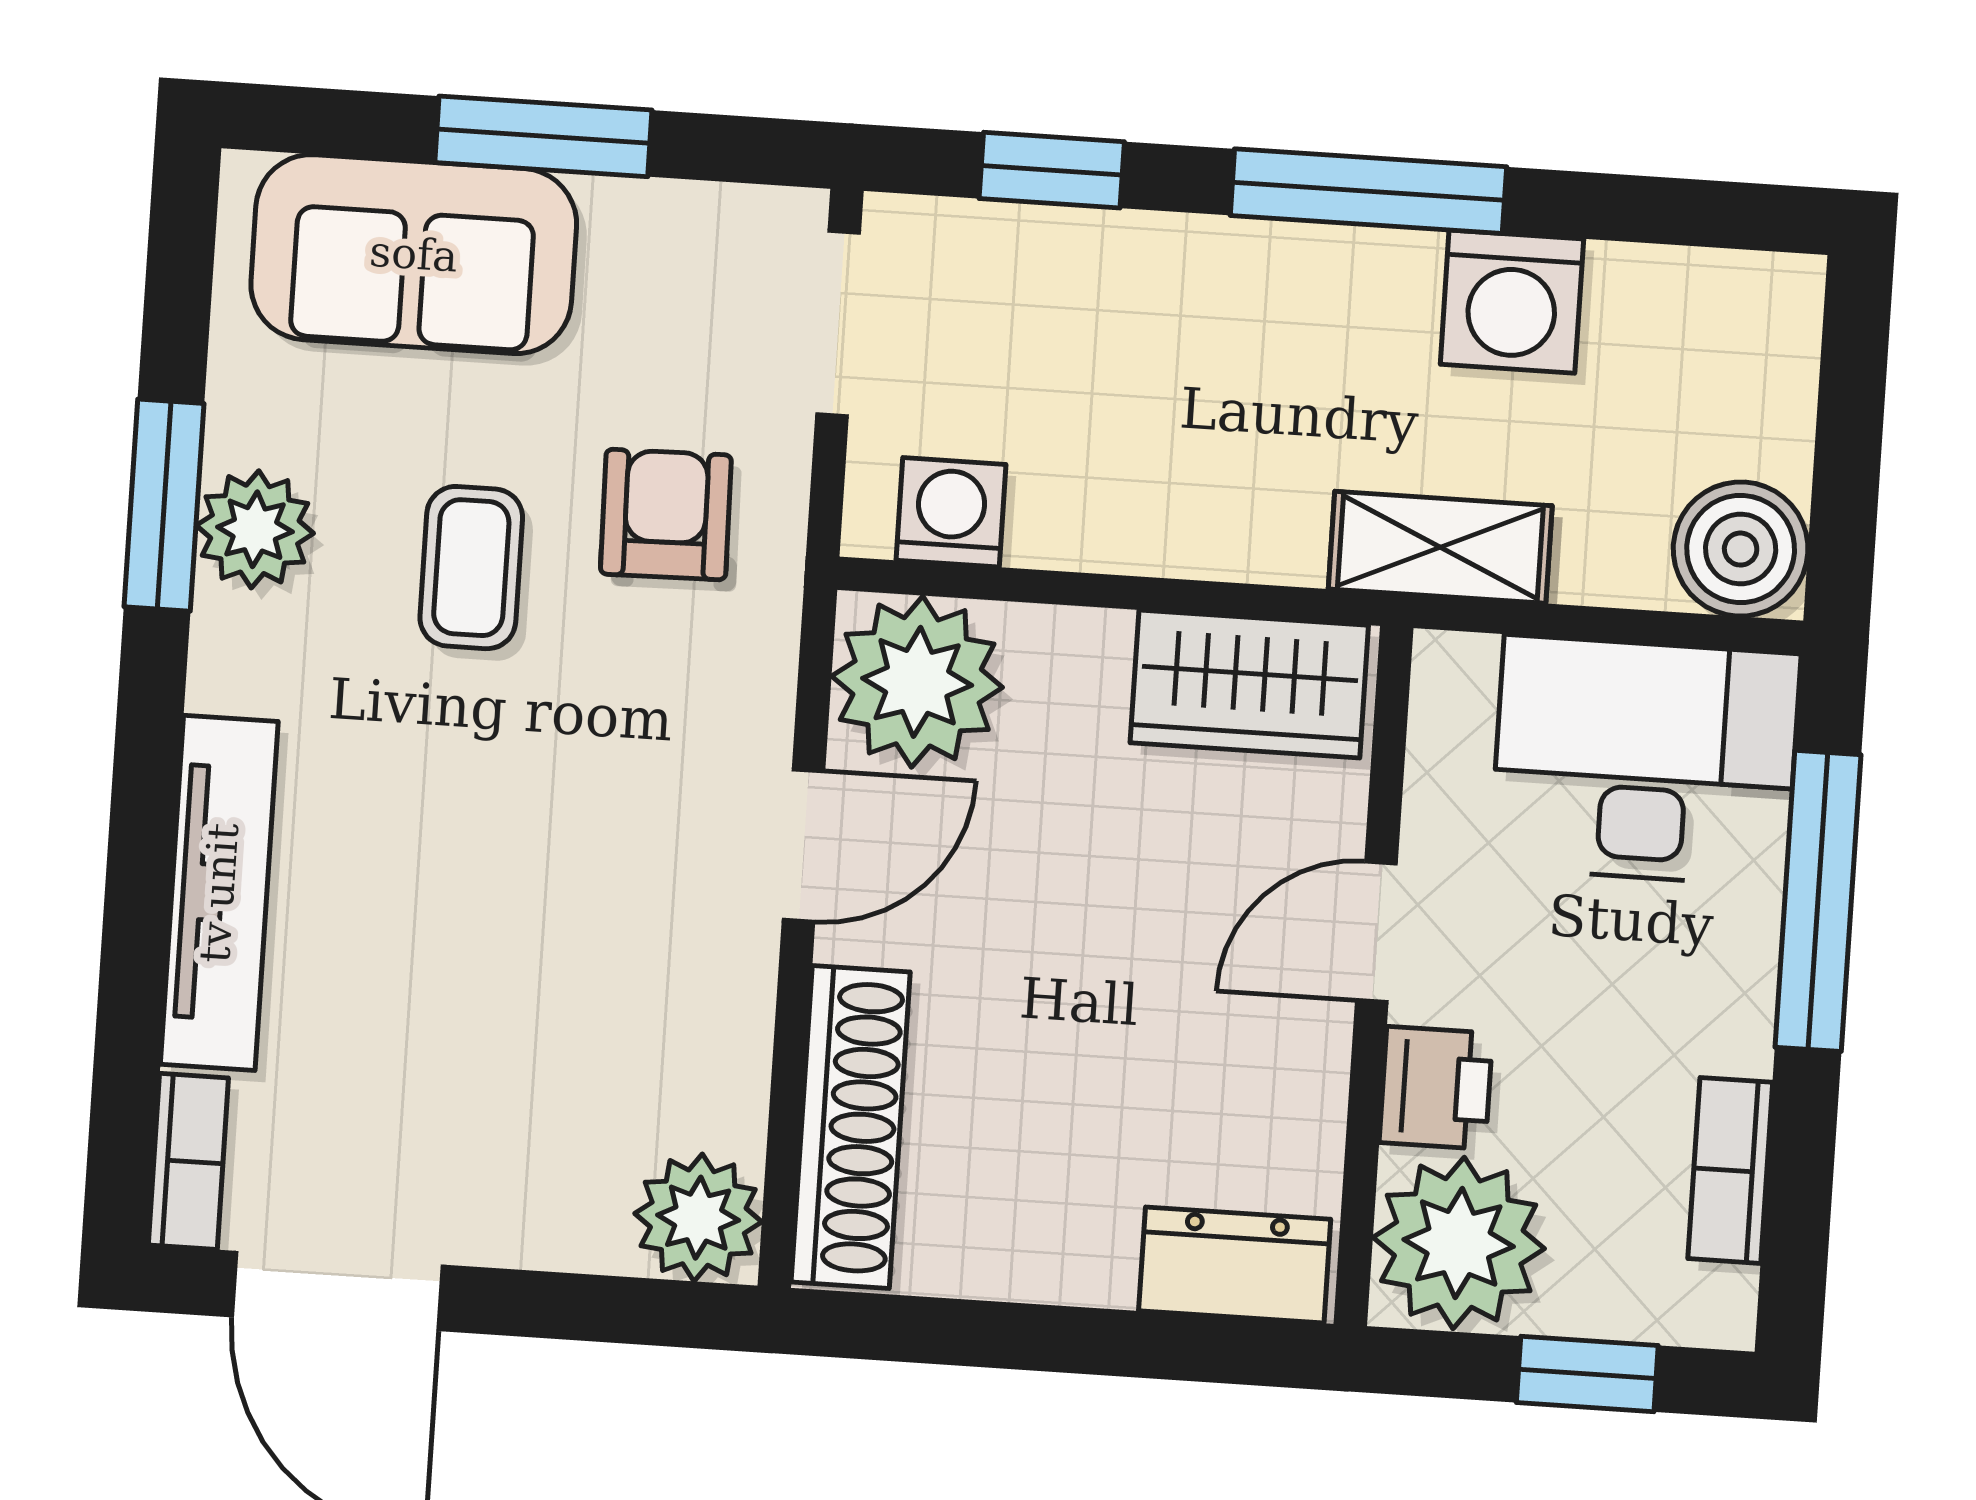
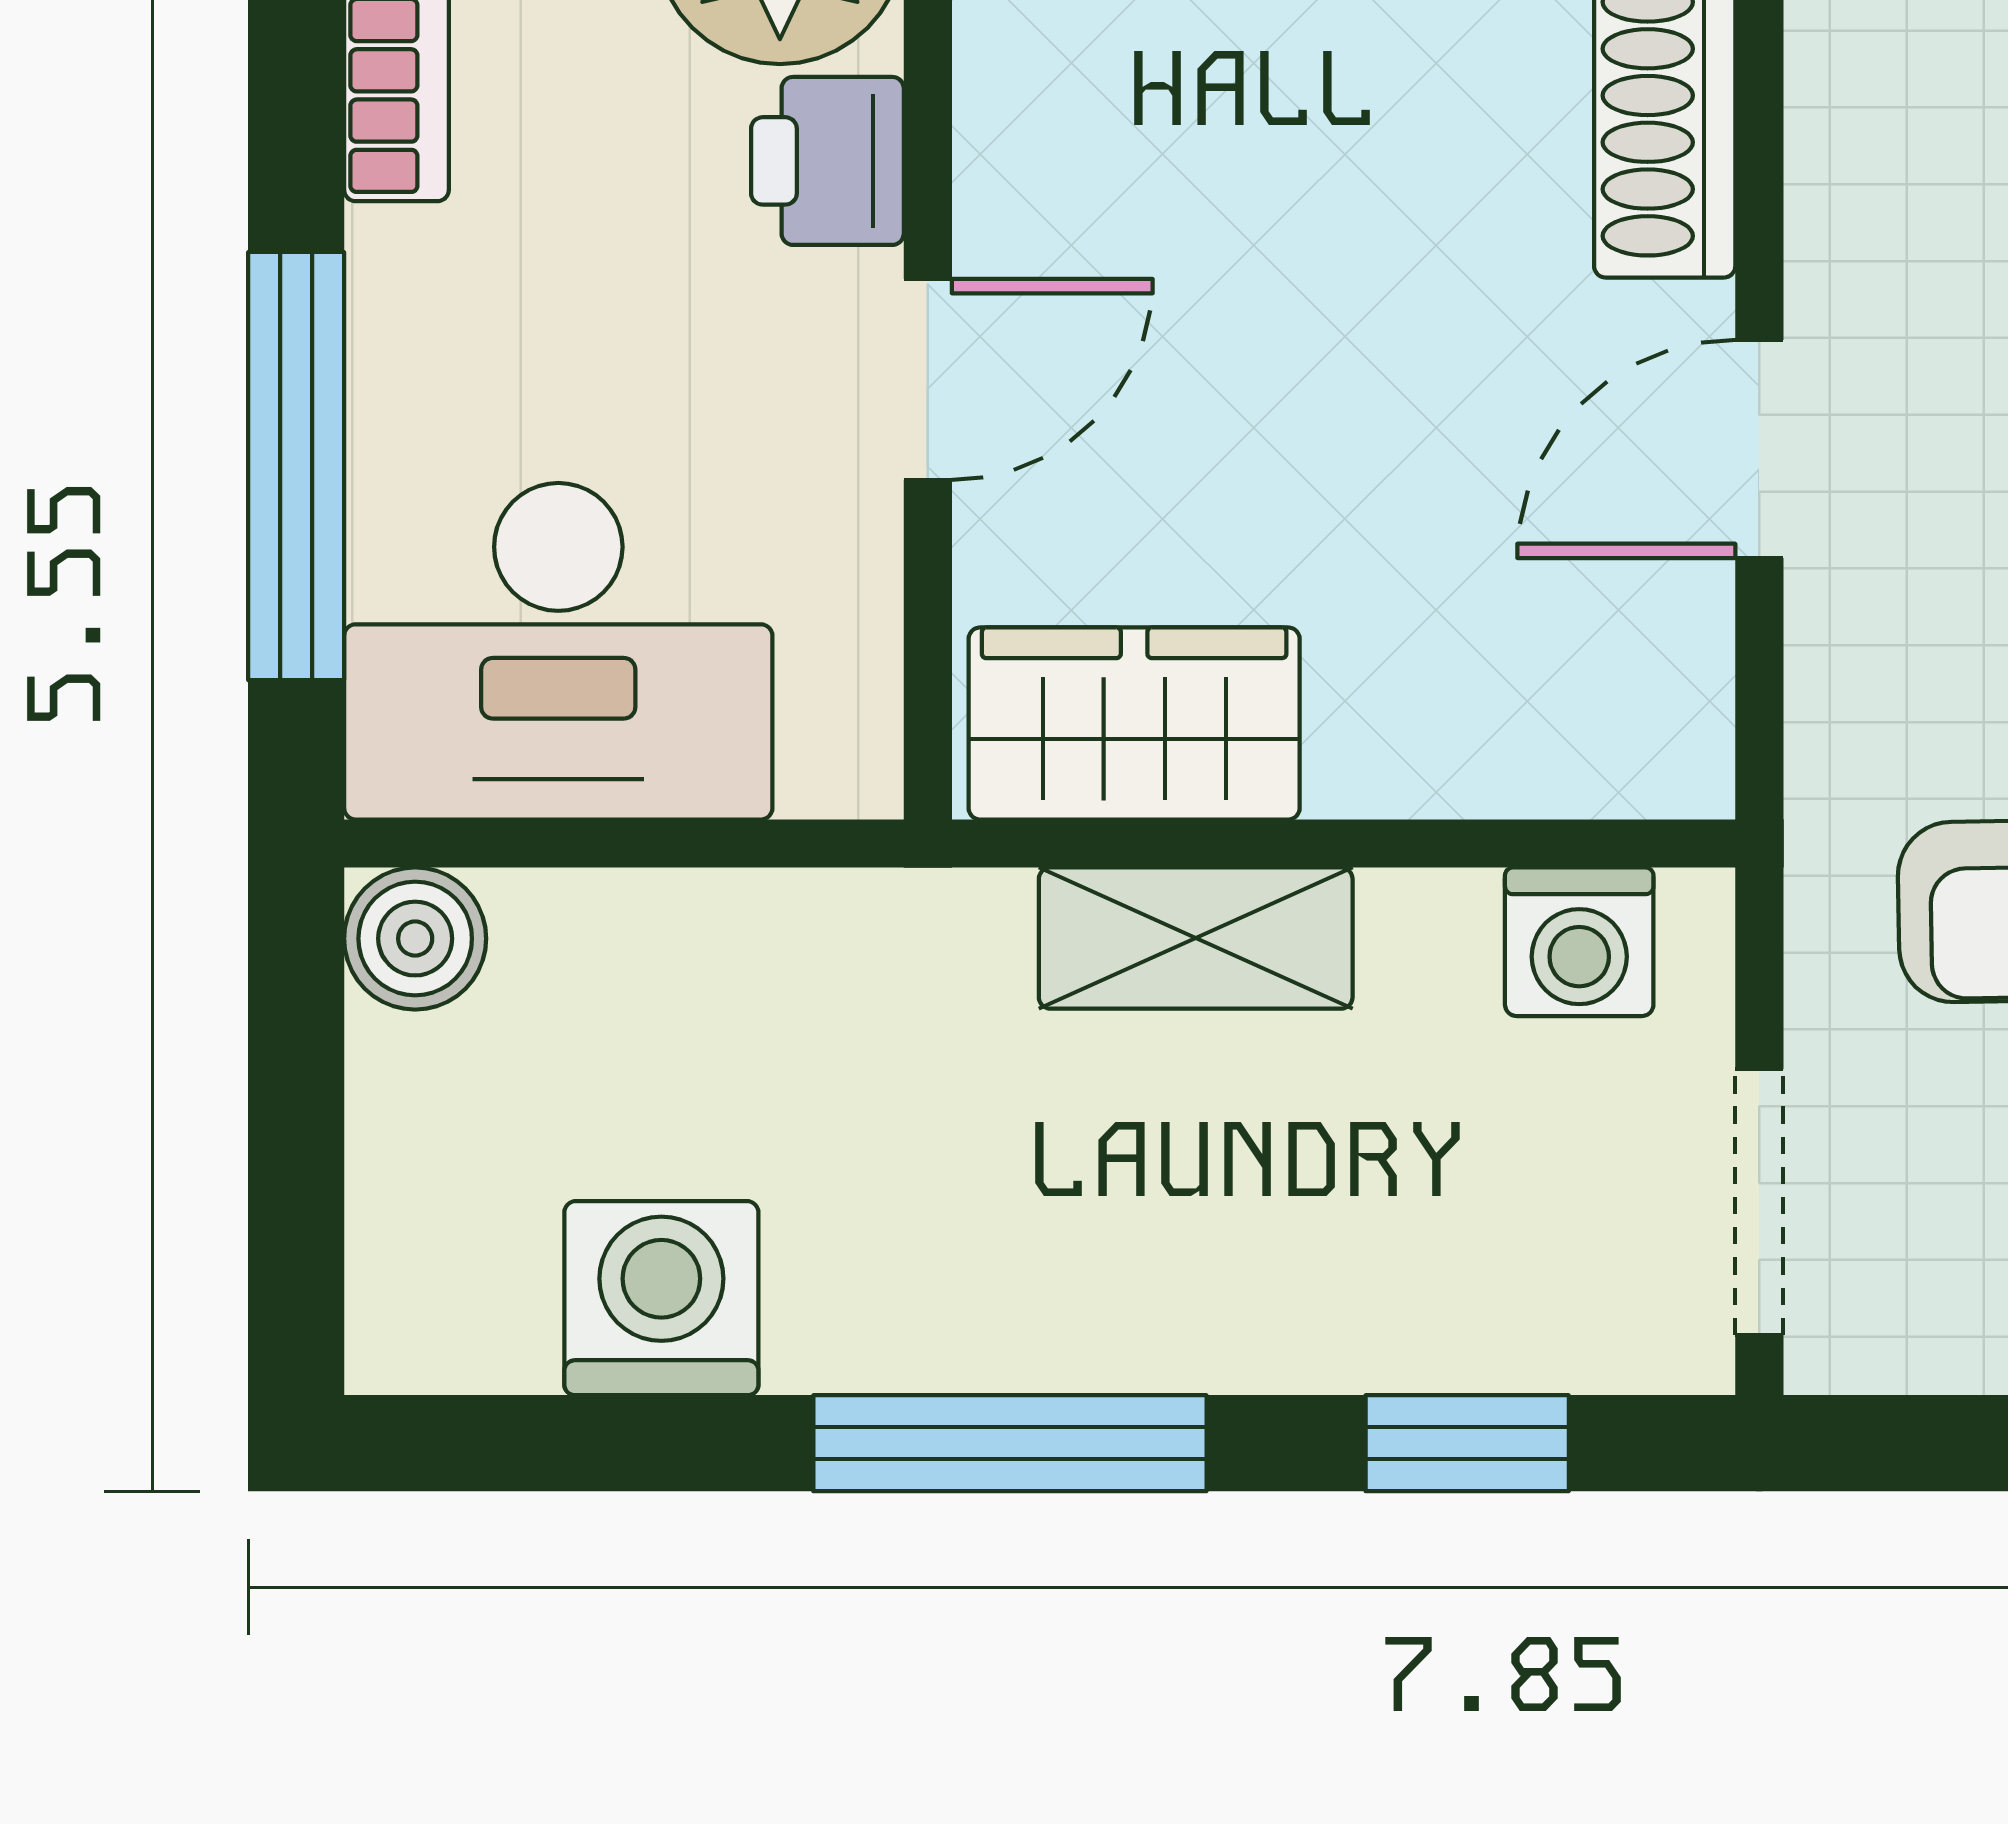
washing machine: (1512, 302) -> (661, 1298), moved
shelving: (1440, 547) -> (1196, 938), moved
boiler: (1741, 549) -> (415, 939), width x0.73, depth x0.73
plant: (917, 682) -> (1612, 695), removed

